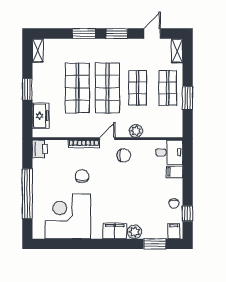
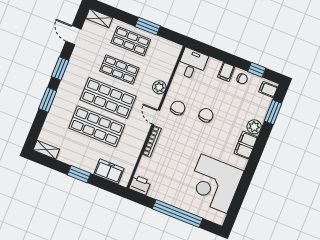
filing cabinet: (175, 172) -> (226, 72), moved
chair: (82, 176) -> (206, 115), moved, turned 90

